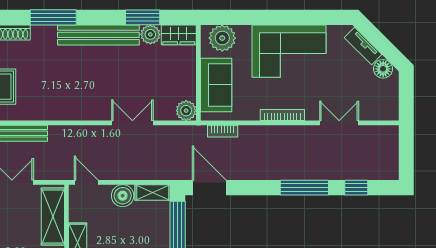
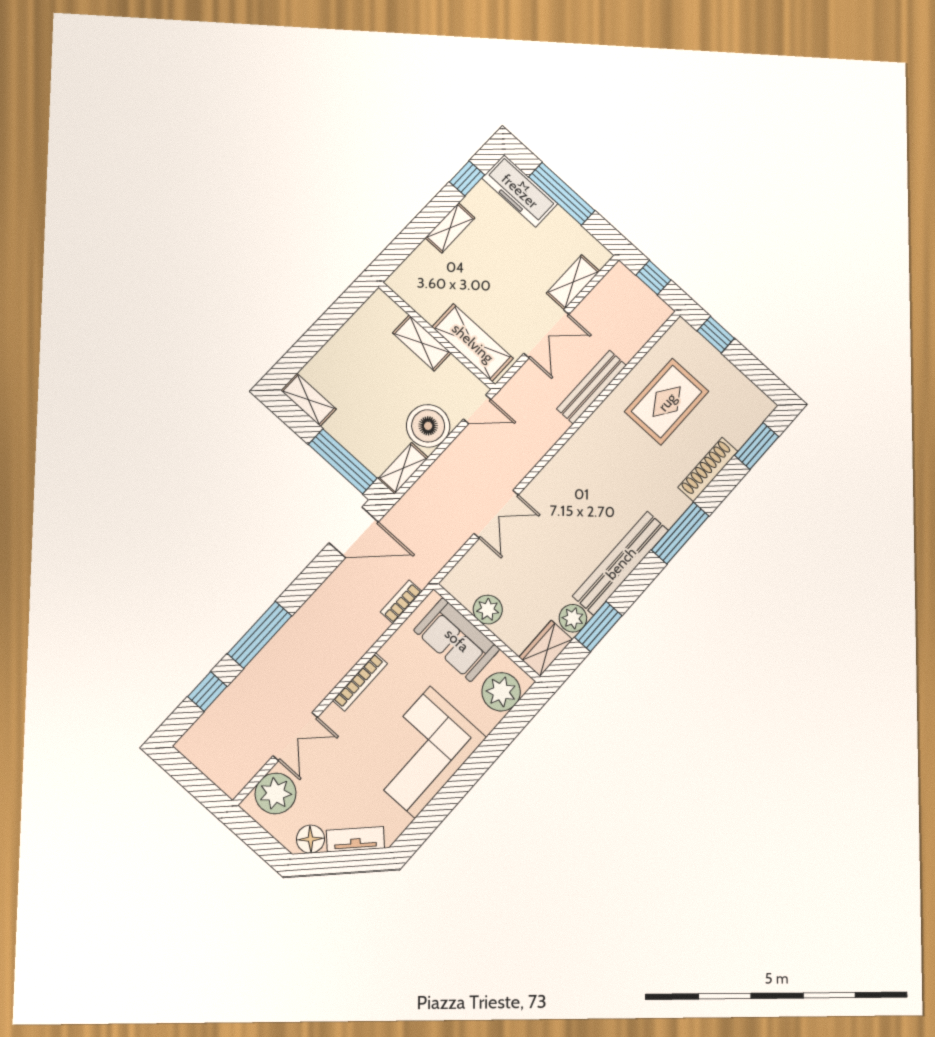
plant: (376, 107) -> (276, 793), added
plant: (186, 111) -> (488, 610), moved
boiler: (123, 196) -> (428, 426), width x1.37, depth x1.37

